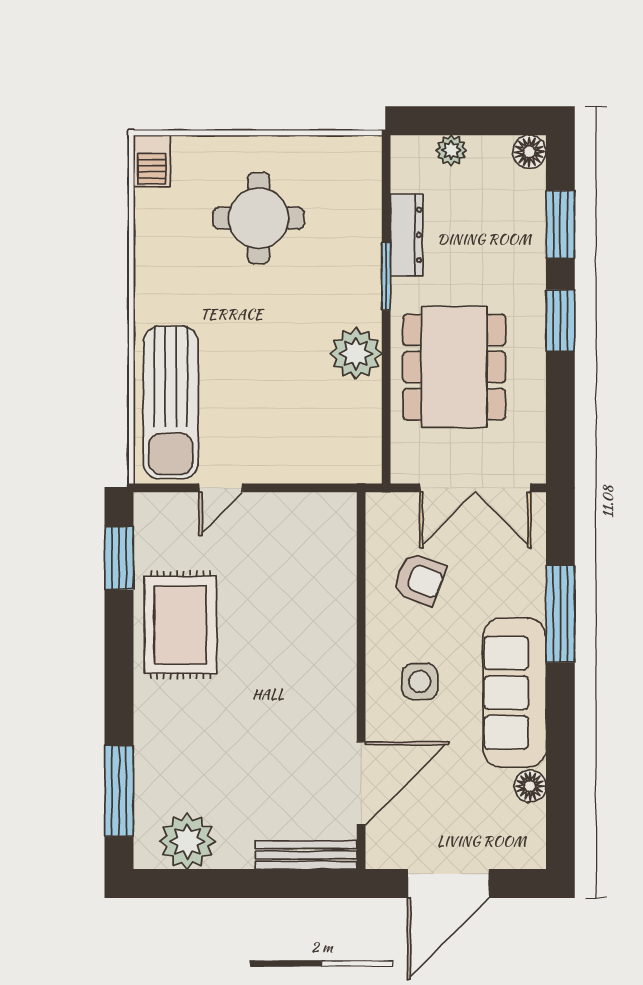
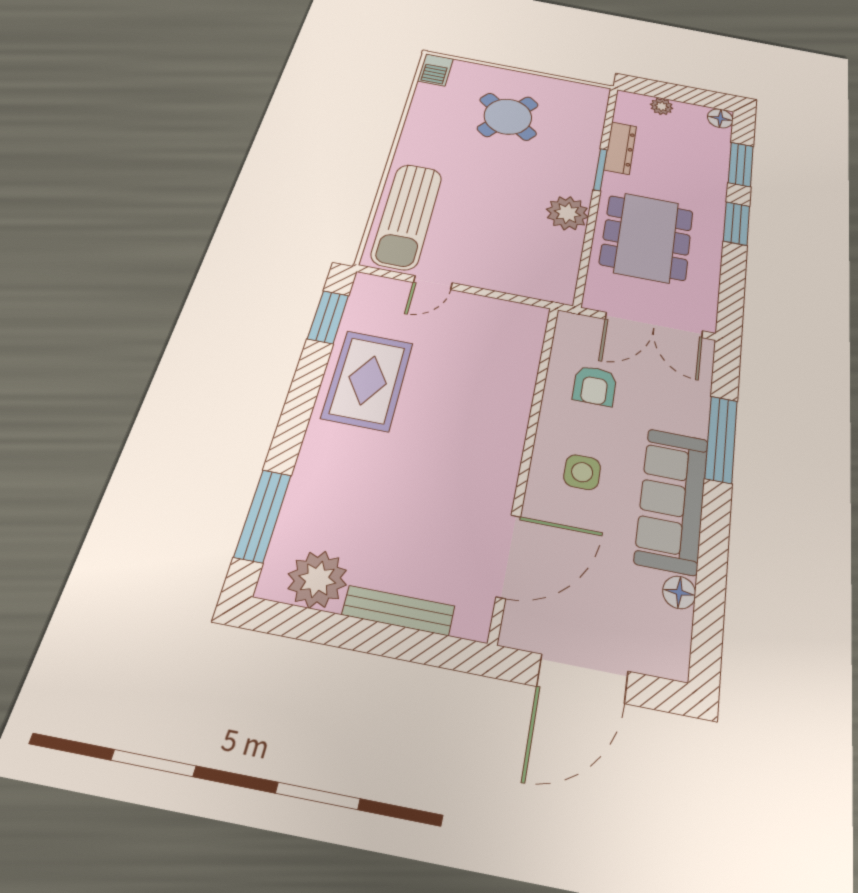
round table: (259, 218) -> (508, 117), turned 38
armchair: (419, 579) -> (595, 386), turned 70
bench: (306, 855) -> (398, 610), moved

